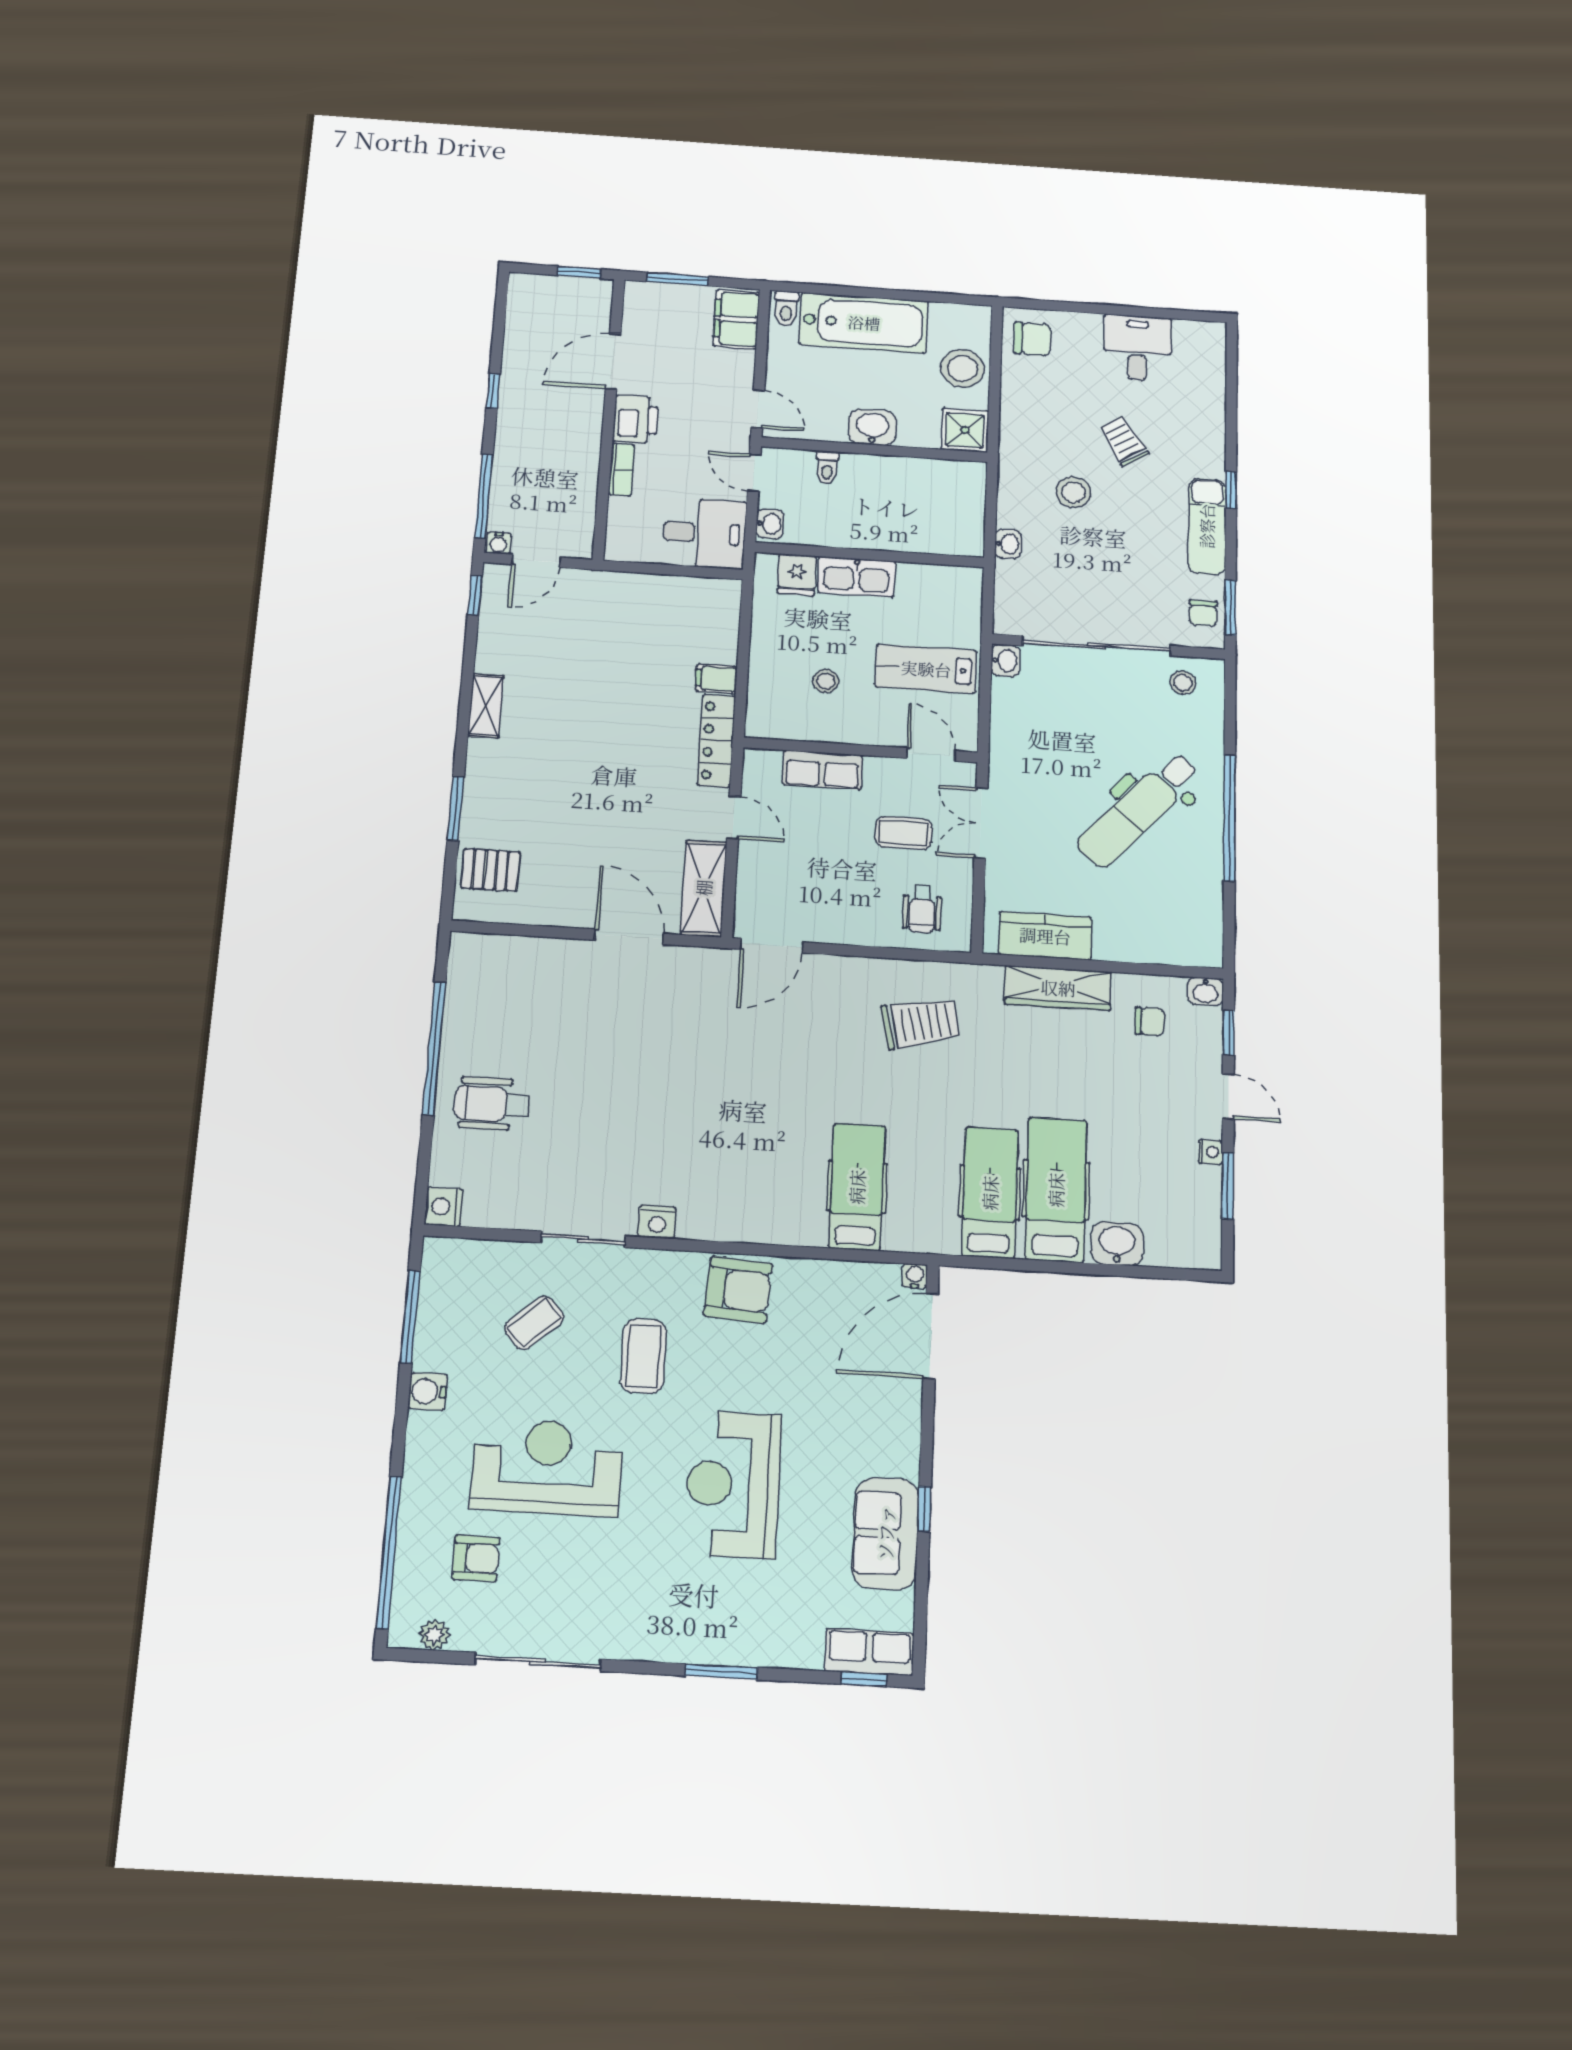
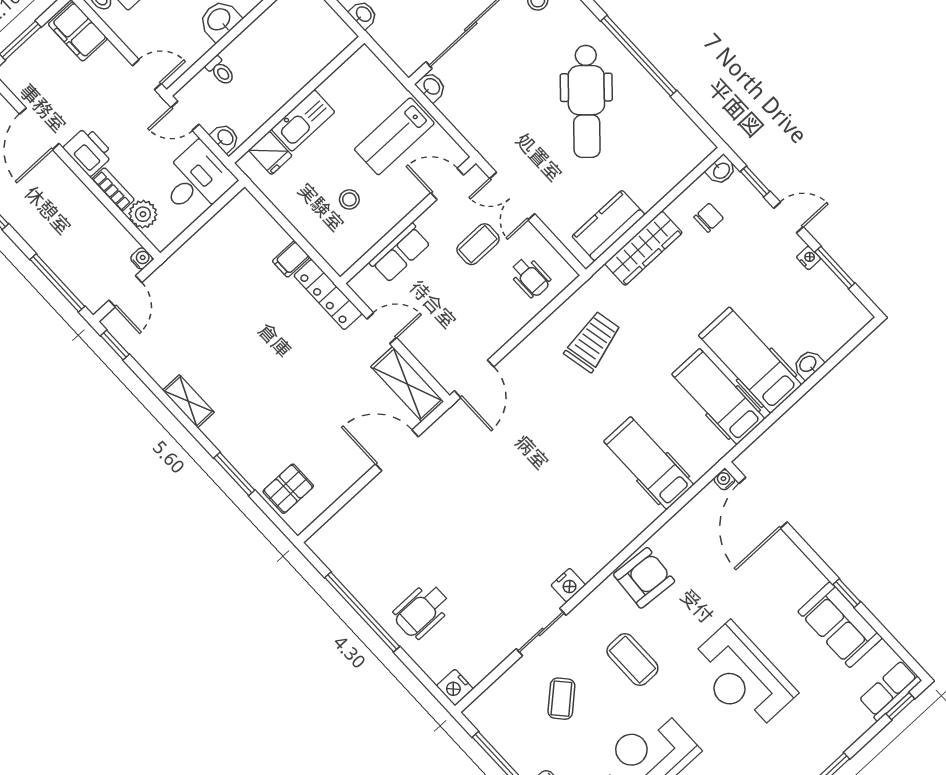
plant: (625, 514) -> (143, 214), added
water cooler: (498, 543) -> (142, 258), moved, turned -90
washbasin: (1117, 1244) -> (808, 364), width x0.72, depth x0.69

